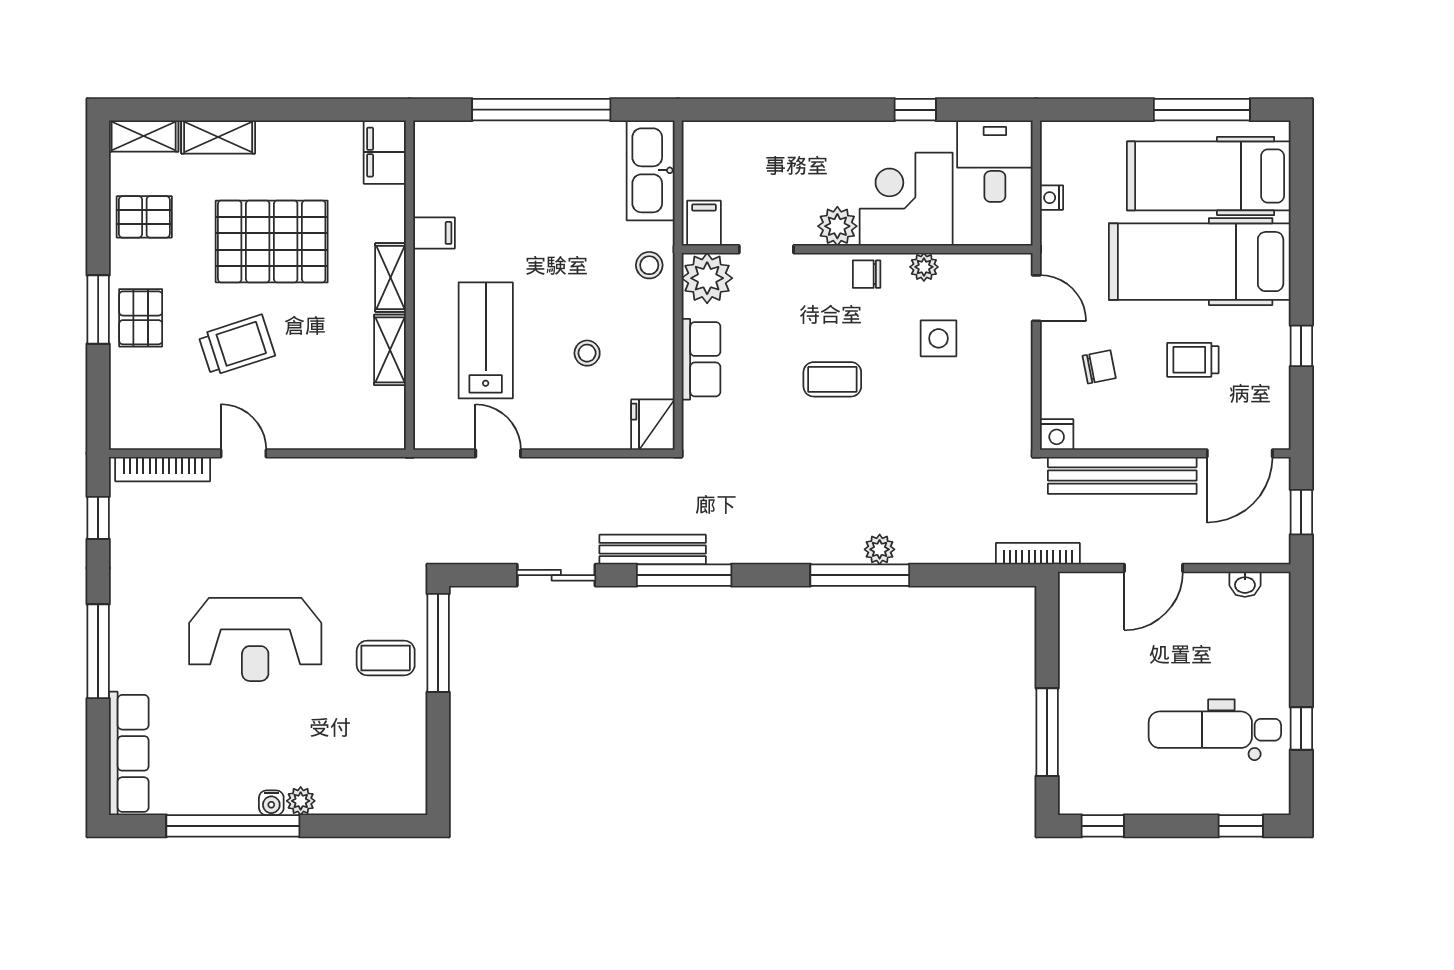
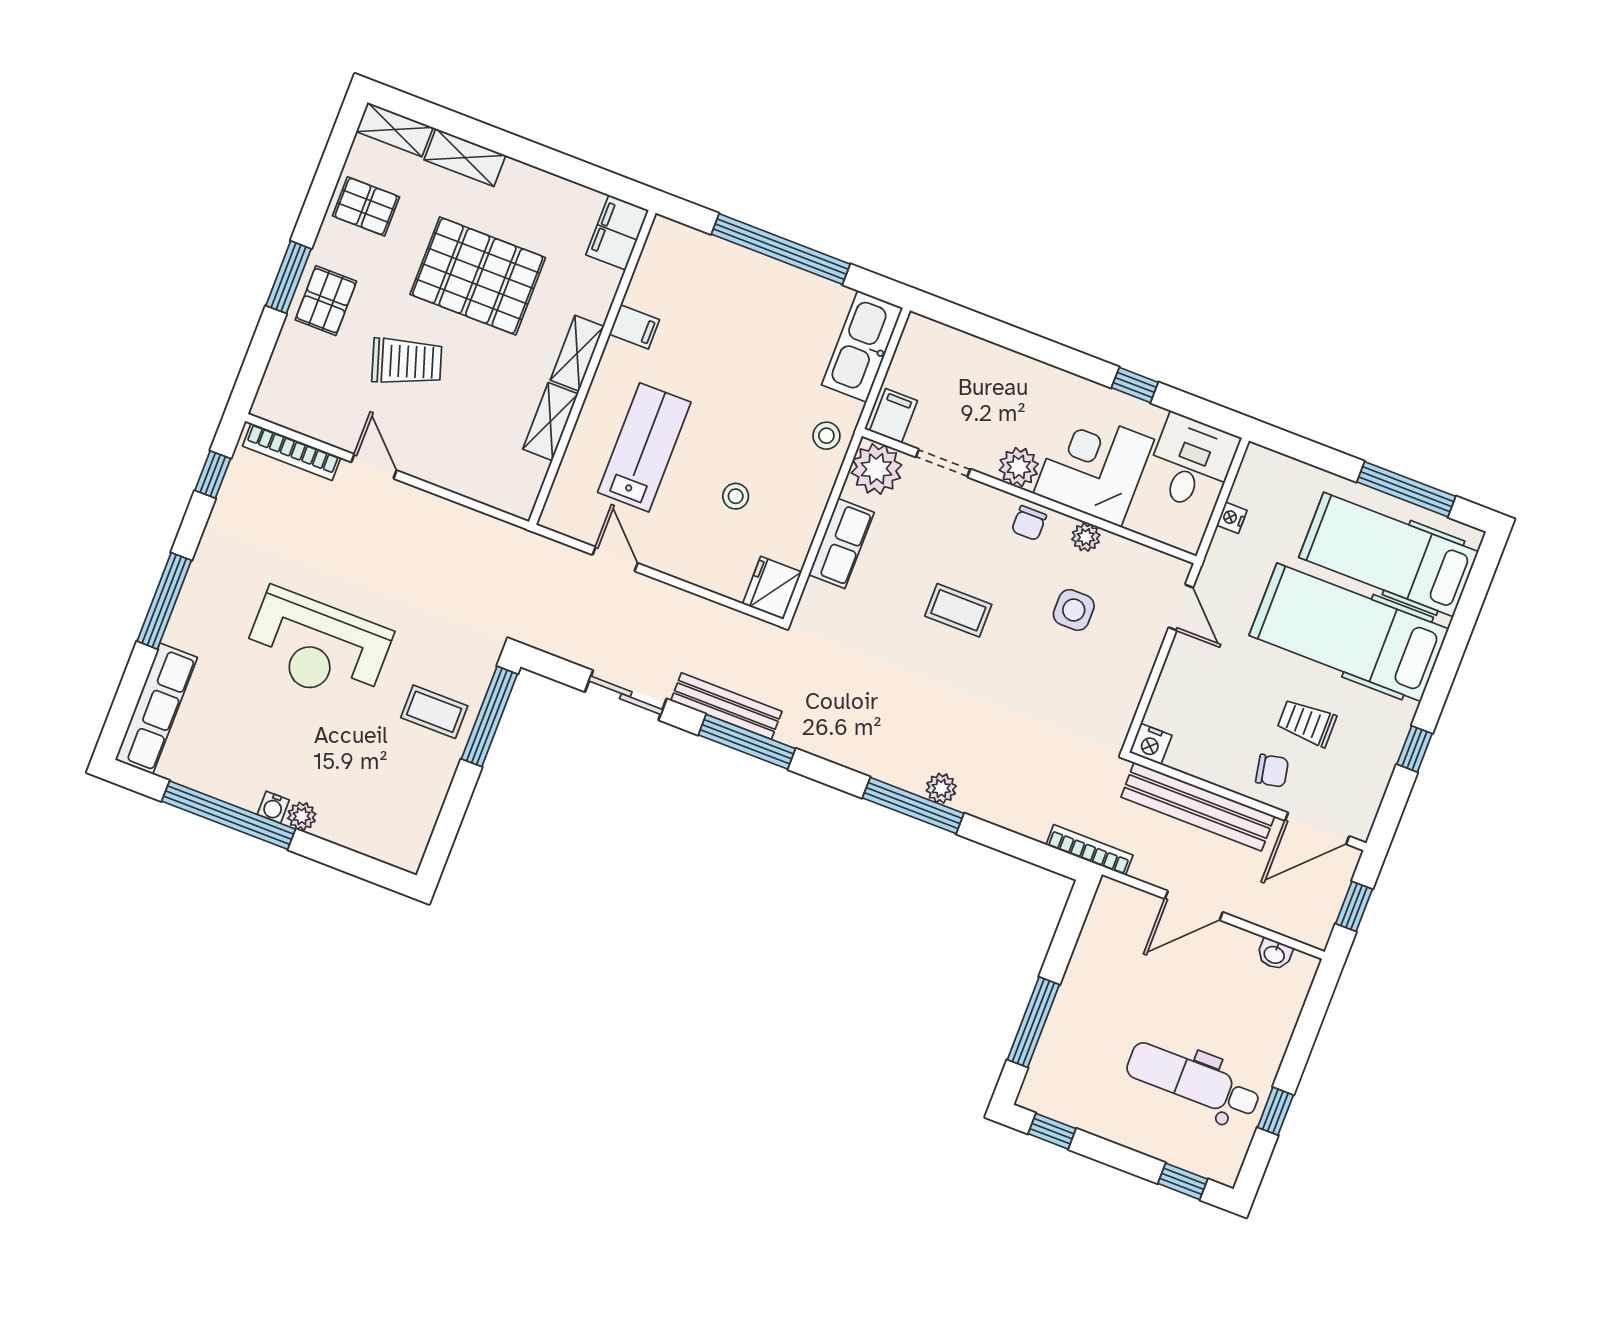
chair: (867, 274) -> (1029, 523), turned -90
chair: (1099, 367) -> (1272, 771), moved

